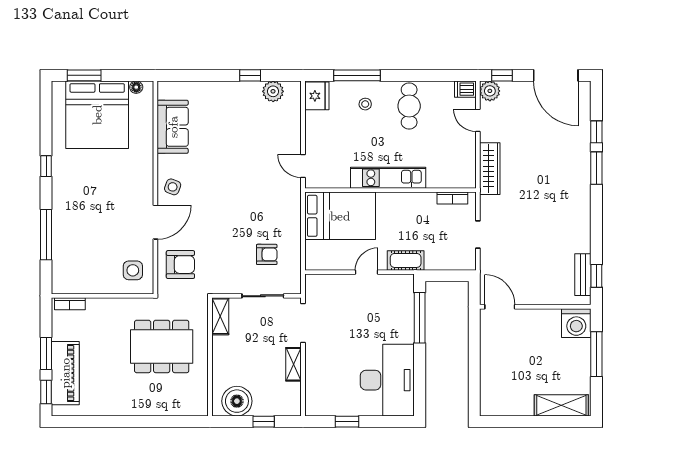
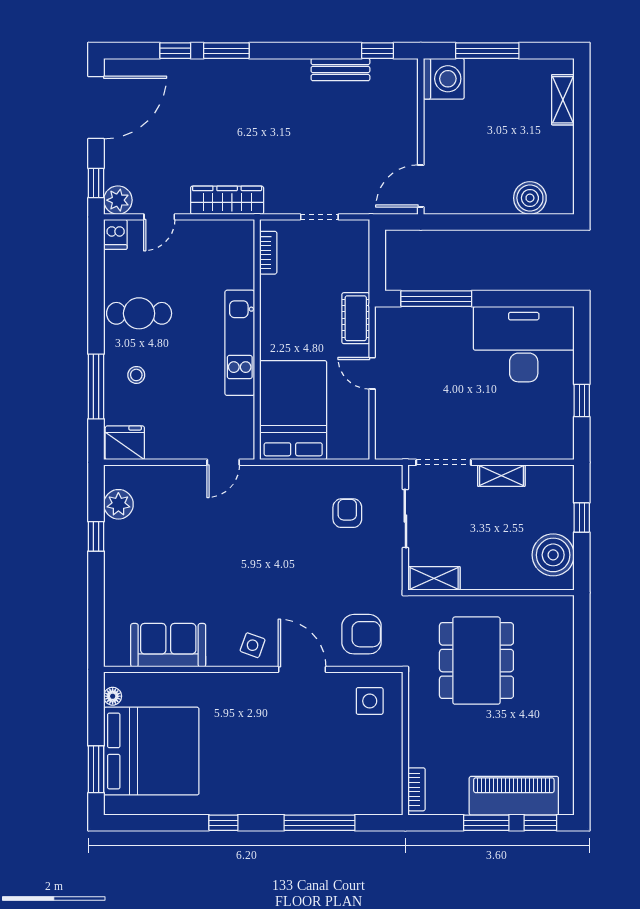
armchair: (180, 265) -> (362, 634), turned 90
bench: (583, 275) -> (340, 70), moved
boiler: (491, 385) -> (530, 198), added
shelving: (561, 405) -> (563, 100), width x0.67, depth x0.75

